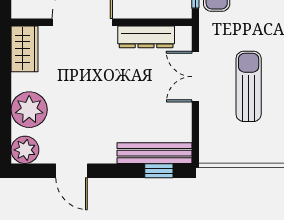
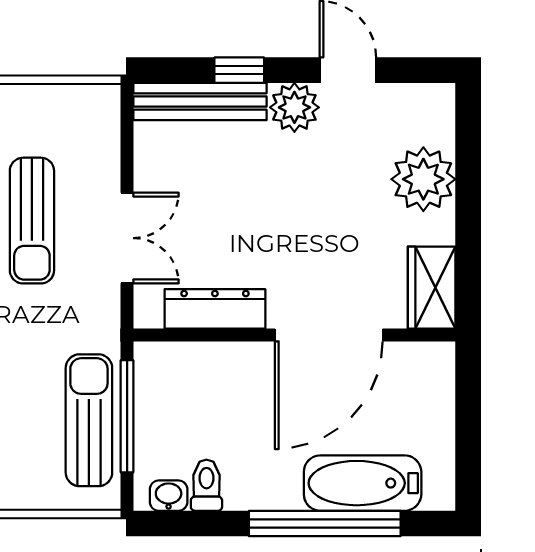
plant: (25, 150) -> (294, 107), moved
window: (159, 171) -> (239, 70), moved

